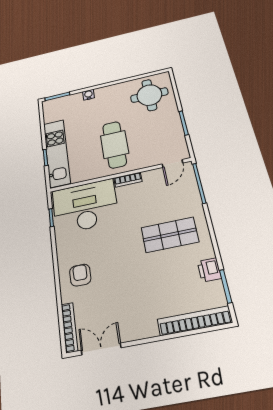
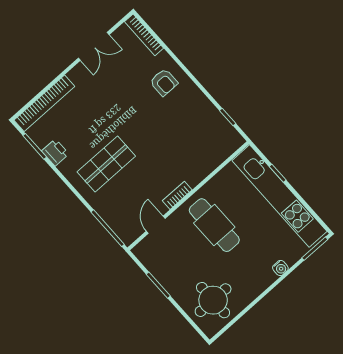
kitchen unit: (57, 153) -> (279, 196), width x1.36
door: (172, 163) -> (156, 225), moved
desk: (85, 206) -> (202, 146), removed
double door: (101, 349) -> (94, 46), moved

